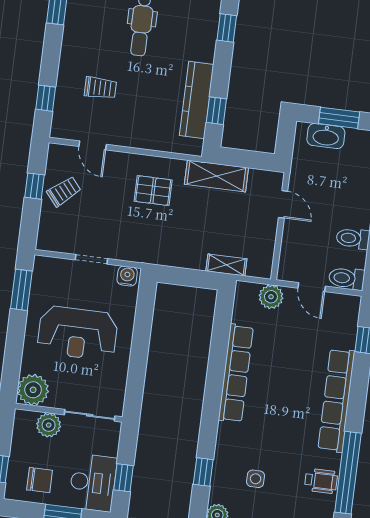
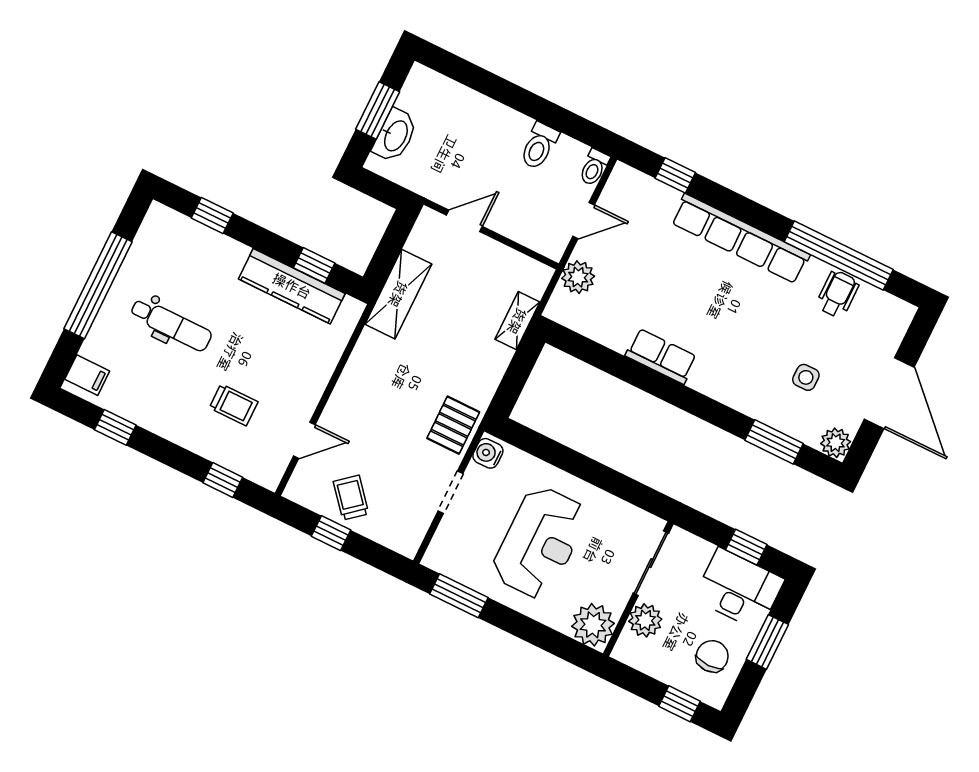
trolley: (100, 88) -> (234, 405), turned 90
pallet: (153, 191) -> (453, 425), moved
toilet: (347, 278) -> (594, 167), width x0.73, depth x0.72
row of seats: (236, 373) -> (661, 356), width x0.50
window: (203, 472) -> (774, 442), width x1.50

